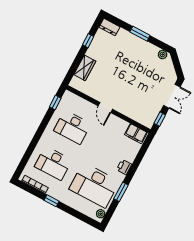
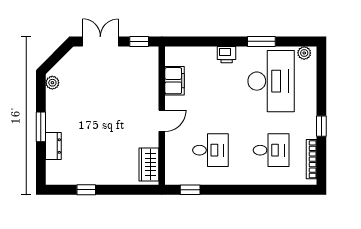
dresser: (110, 27) -> (53, 146), moved
wardrobe: (85, 68) -> (149, 165), moved, turned -90
desk: (72, 127) -> (210, 150), width x0.73
filing cabinet: (136, 134) -> (175, 81), moved
desk: (53, 163) -> (271, 150), width x0.73

